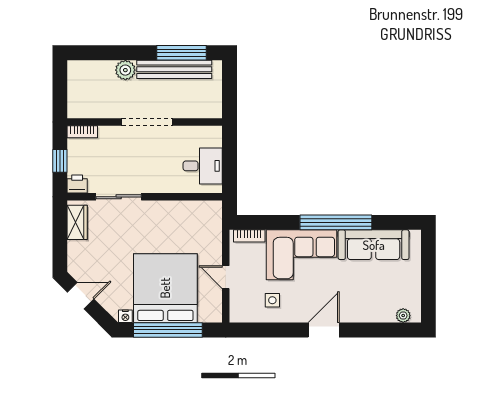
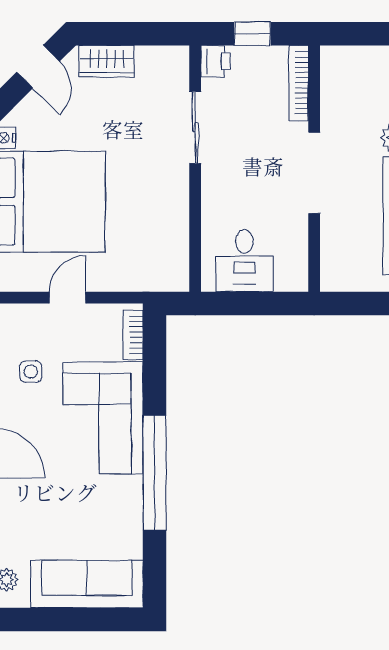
bookcase: (82, 132) -> (299, 83), width x1.56
wardrobe: (77, 222) -> (107, 61), moved
sofa: (374, 245) -> (87, 584), moved, turned 90

